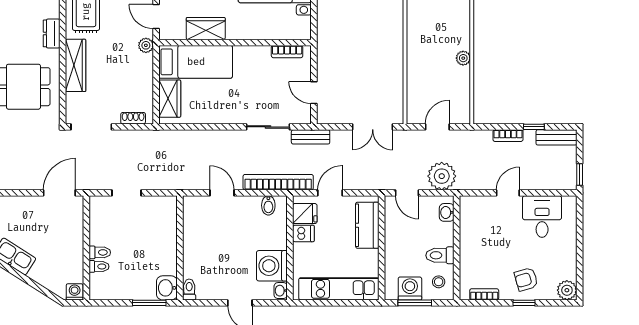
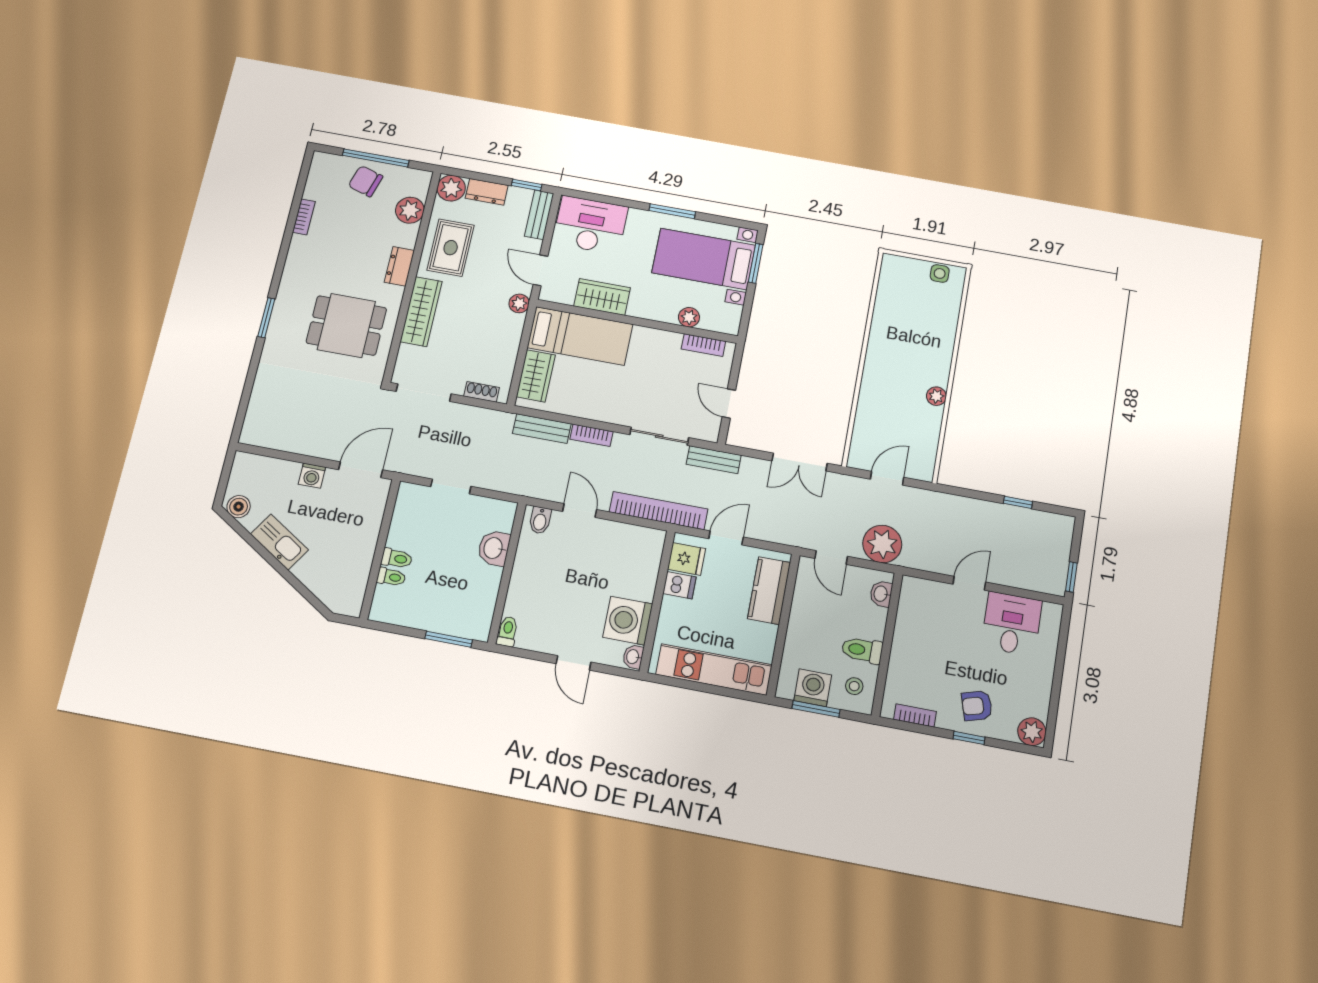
plant: (272, 32) -> (689, 317), added
bookcase: (508, 136) -> (592, 435), moved
bench: (556, 137) -> (542, 429), moved
bidet: (268, 205) -> (540, 520), moved
washbasin: (167, 288) -> (494, 548), moved
washing machine: (75, 292) -> (312, 476), moved, turned 180

